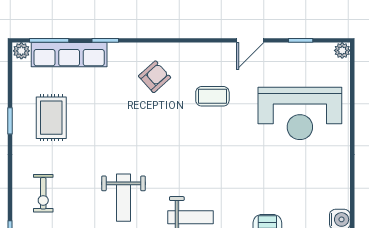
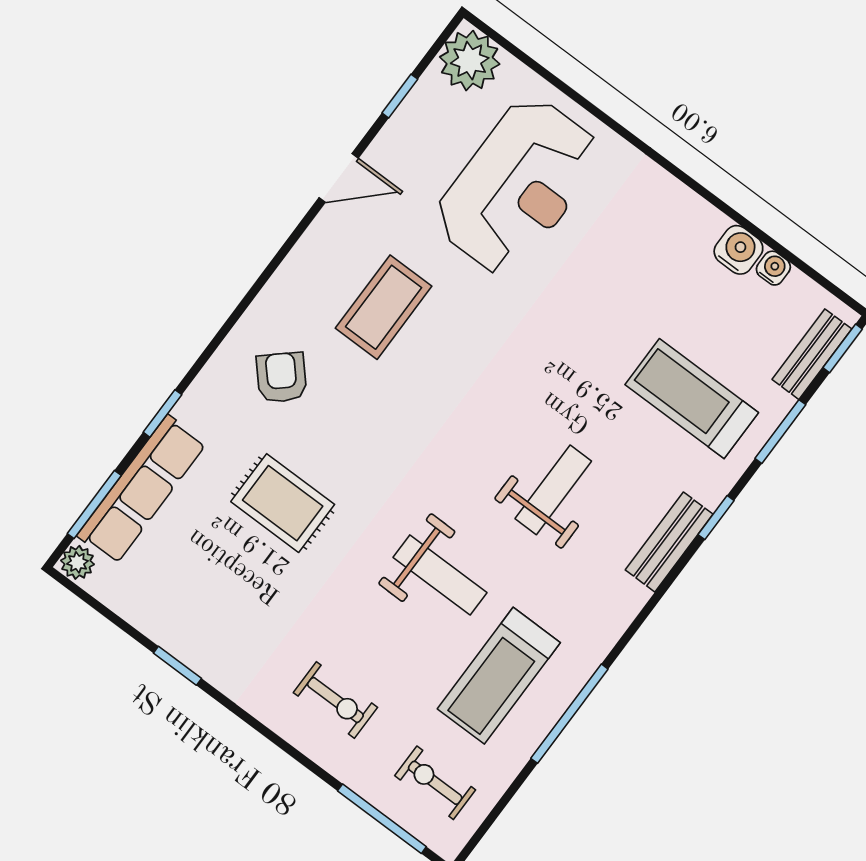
door: (250, 40) -> (339, 178), hinge flipped
plant: (342, 50) -> (470, 61), width x1.88, depth x1.88
coffee table: (212, 96) -> (384, 307), width x1.36, depth x1.30
rug: (51, 118) -> (283, 503), moved

